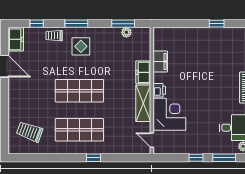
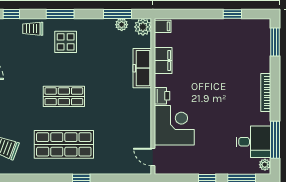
plant: (144, 34) -> (143, 27), added
filing cabinet: (160, 34) -> (163, 26), added
freezer: (143, 72) -> (142, 68), width x1.40
shop shelf: (79, 91) -> (64, 96), width x0.70, depth x0.74
shelving: (143, 103) -> (142, 112), removed

